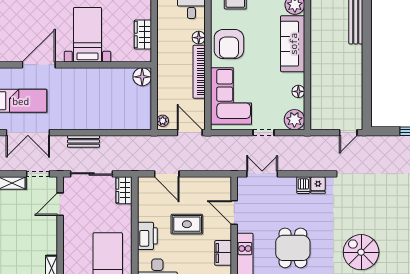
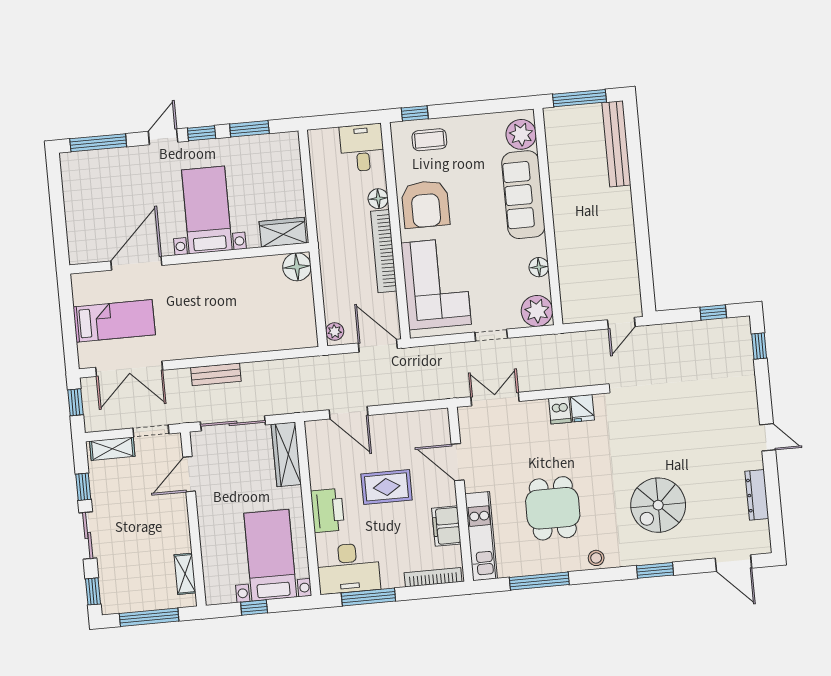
wardrobe: (143, 34) -> (283, 232), moved, turned 90
wardrobe: (124, 190) -> (286, 454), width x1.50
spiral stairs: (361, 252) -> (658, 505), turned -90

